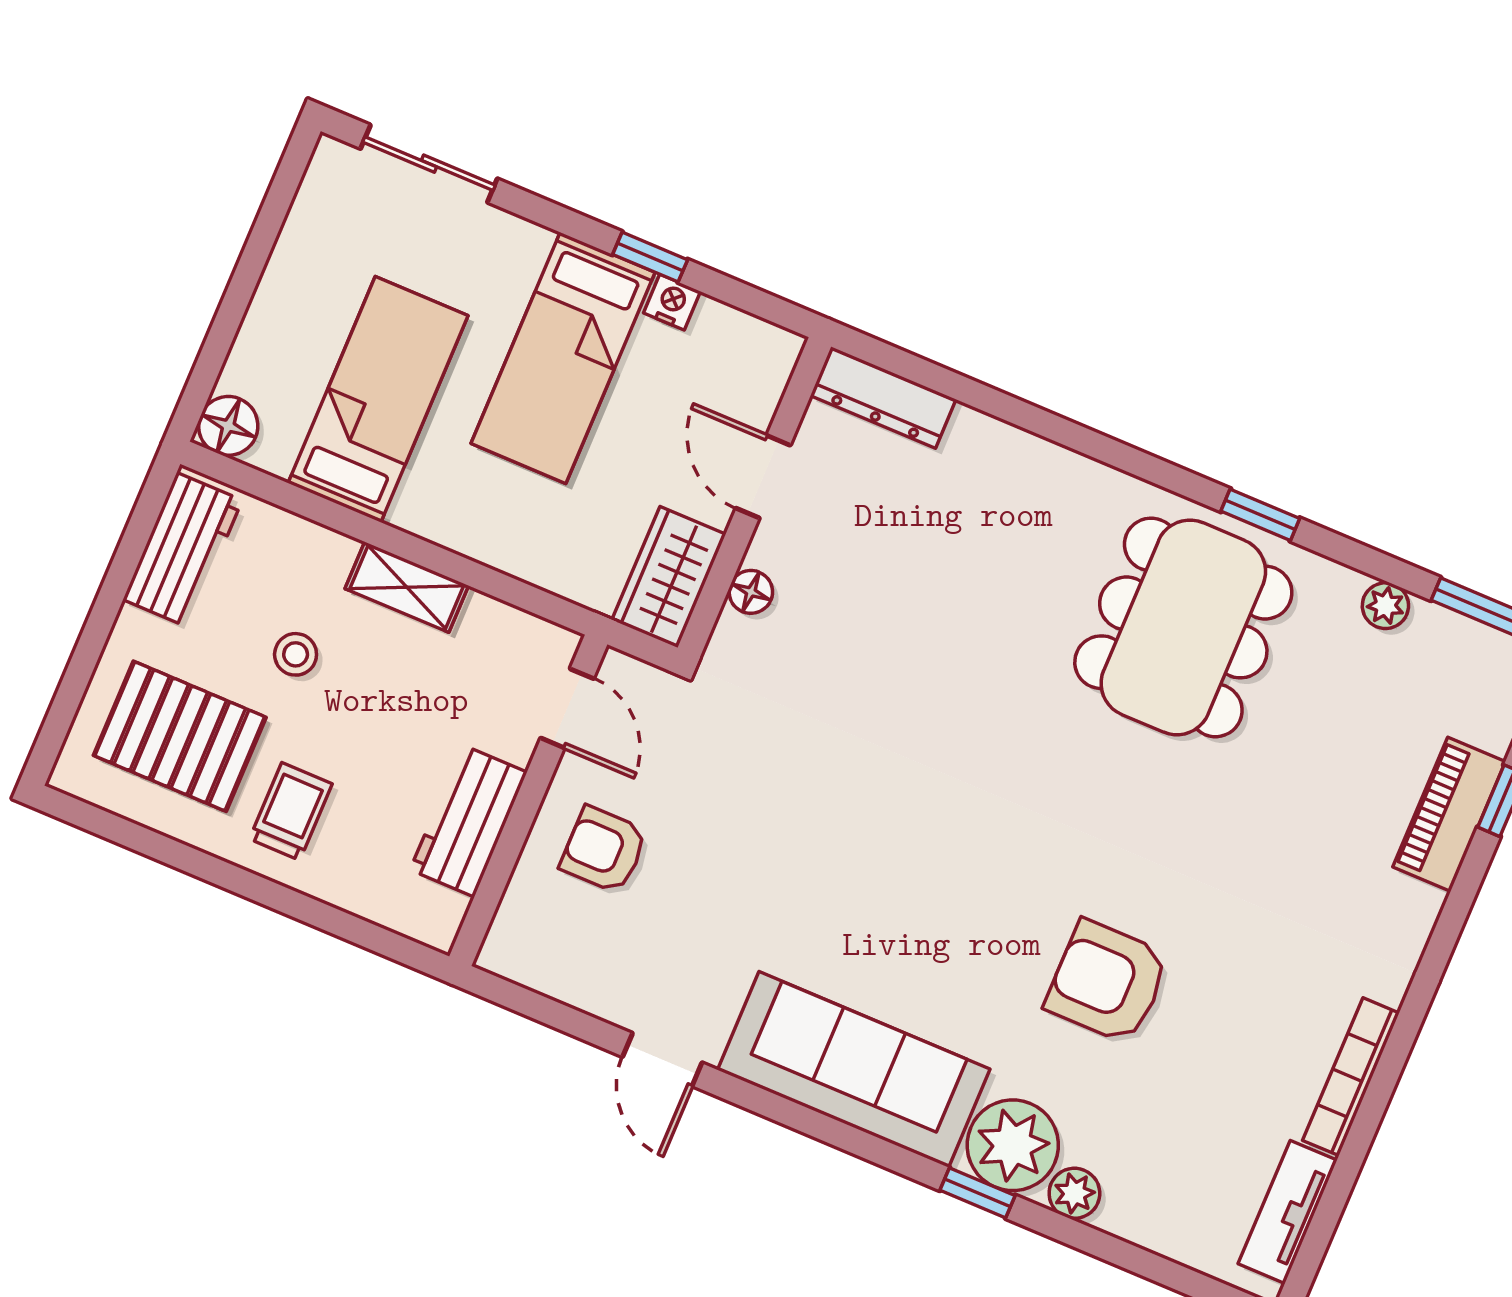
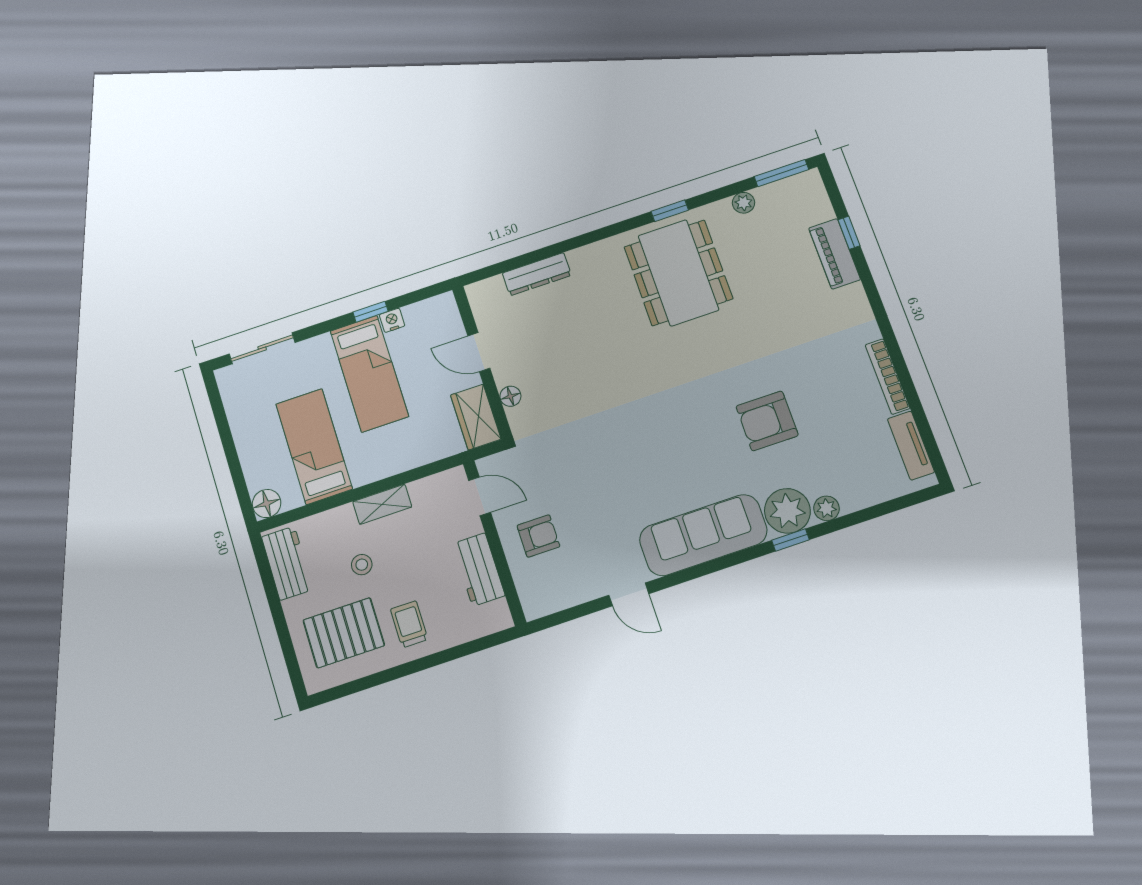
dresser: (883, 397) -> (537, 274), moved
armchair: (604, 850) -> (538, 536), turned 180

